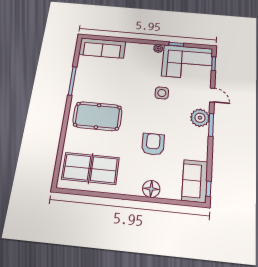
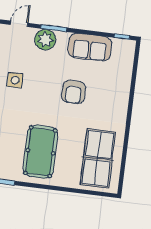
armchair: (153, 144) -> (74, 92), turned -90
sofa: (195, 181) -> (90, 47), moved
floor lamp: (151, 189) -> (121, 95), removed

